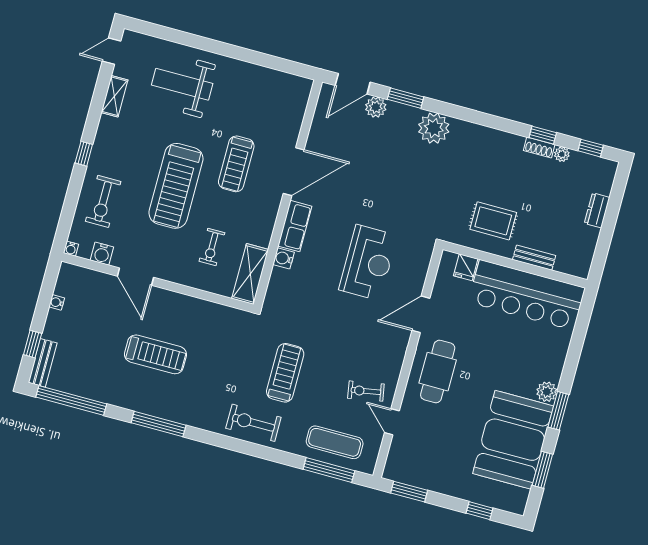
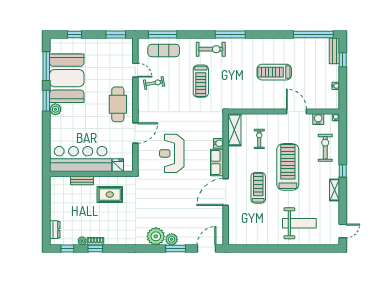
shelving: (115, 96) -> (335, 190), moved
plant: (376, 107) -> (172, 239), moved
dresser: (597, 210) -> (55, 230), moved
window: (159, 424) -> (230, 35), moved
window: (542, 470) -> (46, 66), width x1.44

